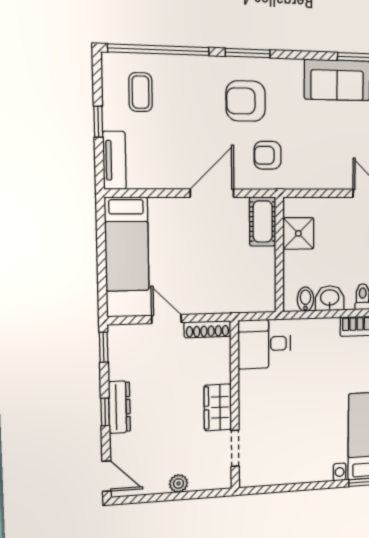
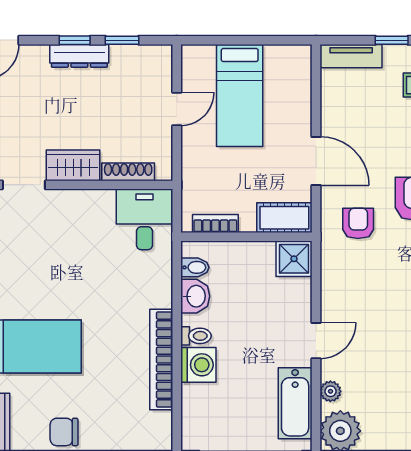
shower: (298, 233) -> (294, 259), moved
bed: (127, 244) -> (240, 95), moved, turned -90
bookcase: (268, 282) -> (215, 224), added
shoe rack: (207, 329) -> (128, 172), moved, turned 90
window: (104, 347) -> (122, 40), moved

